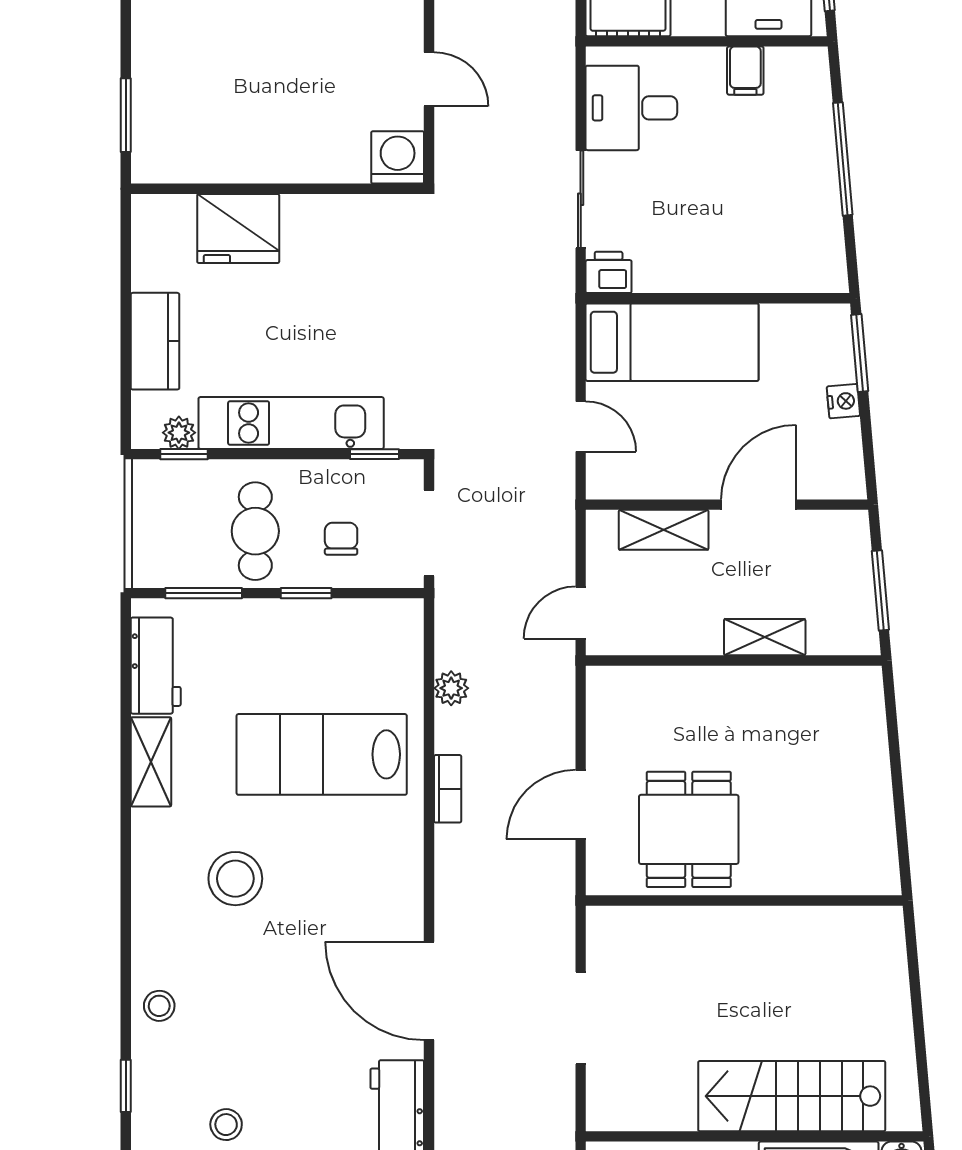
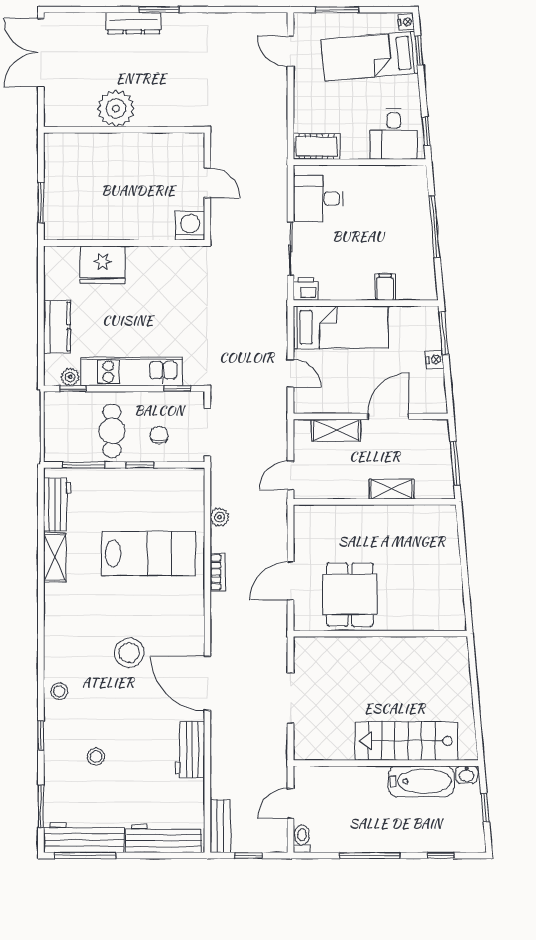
filing cabinet: (745, 71) -> (385, 287), moved, turned 180
lab bench: (322, 754) -> (148, 553), turned 180
stool: (235, 879) -> (129, 653), moved

